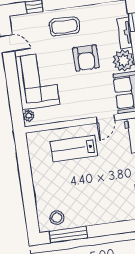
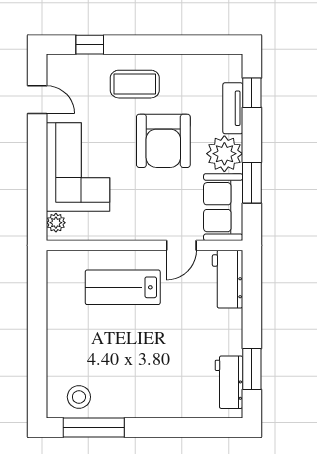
armchair: (86, 58) -> (163, 141), width x1.36, depth x1.36

